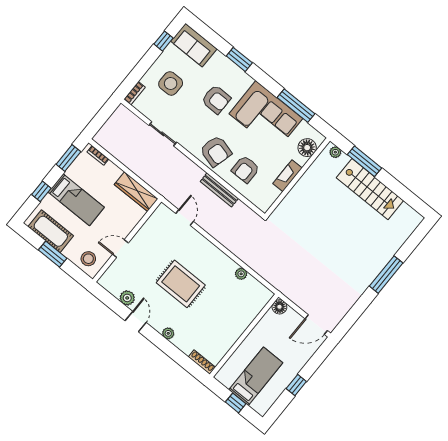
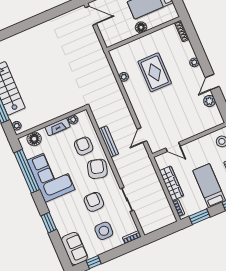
armchair: (216, 99) -> (94, 202), moved
window: (296, 106) -> (27, 171), width x1.46
armchair: (245, 169) -> (84, 146), turned -90
wardrobe: (136, 192) -> (171, 183), moved
plant: (274, 194) -> (73, 120), added
door: (120, 249) -> (173, 147), moved
window: (386, 275) -> (26, 25), removed
rug: (181, 284) -> (155, 72), moved
floor lamp: (279, 307) -> (141, 27), moved

